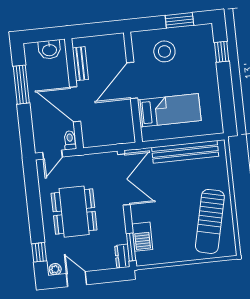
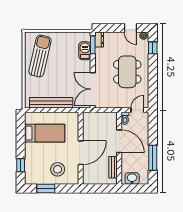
bed: (169, 110) -> (45, 133), moved, turned 180

